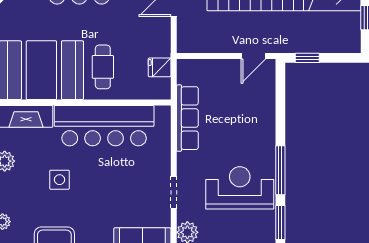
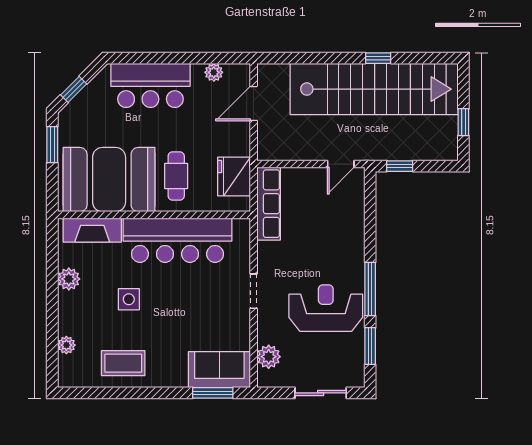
fridge: (160, 67) -> (234, 177), width x1.88, depth x1.34
row of seats: (187, 118) -> (269, 204), moved
doorway: (174, 192) -> (254, 291), moved

